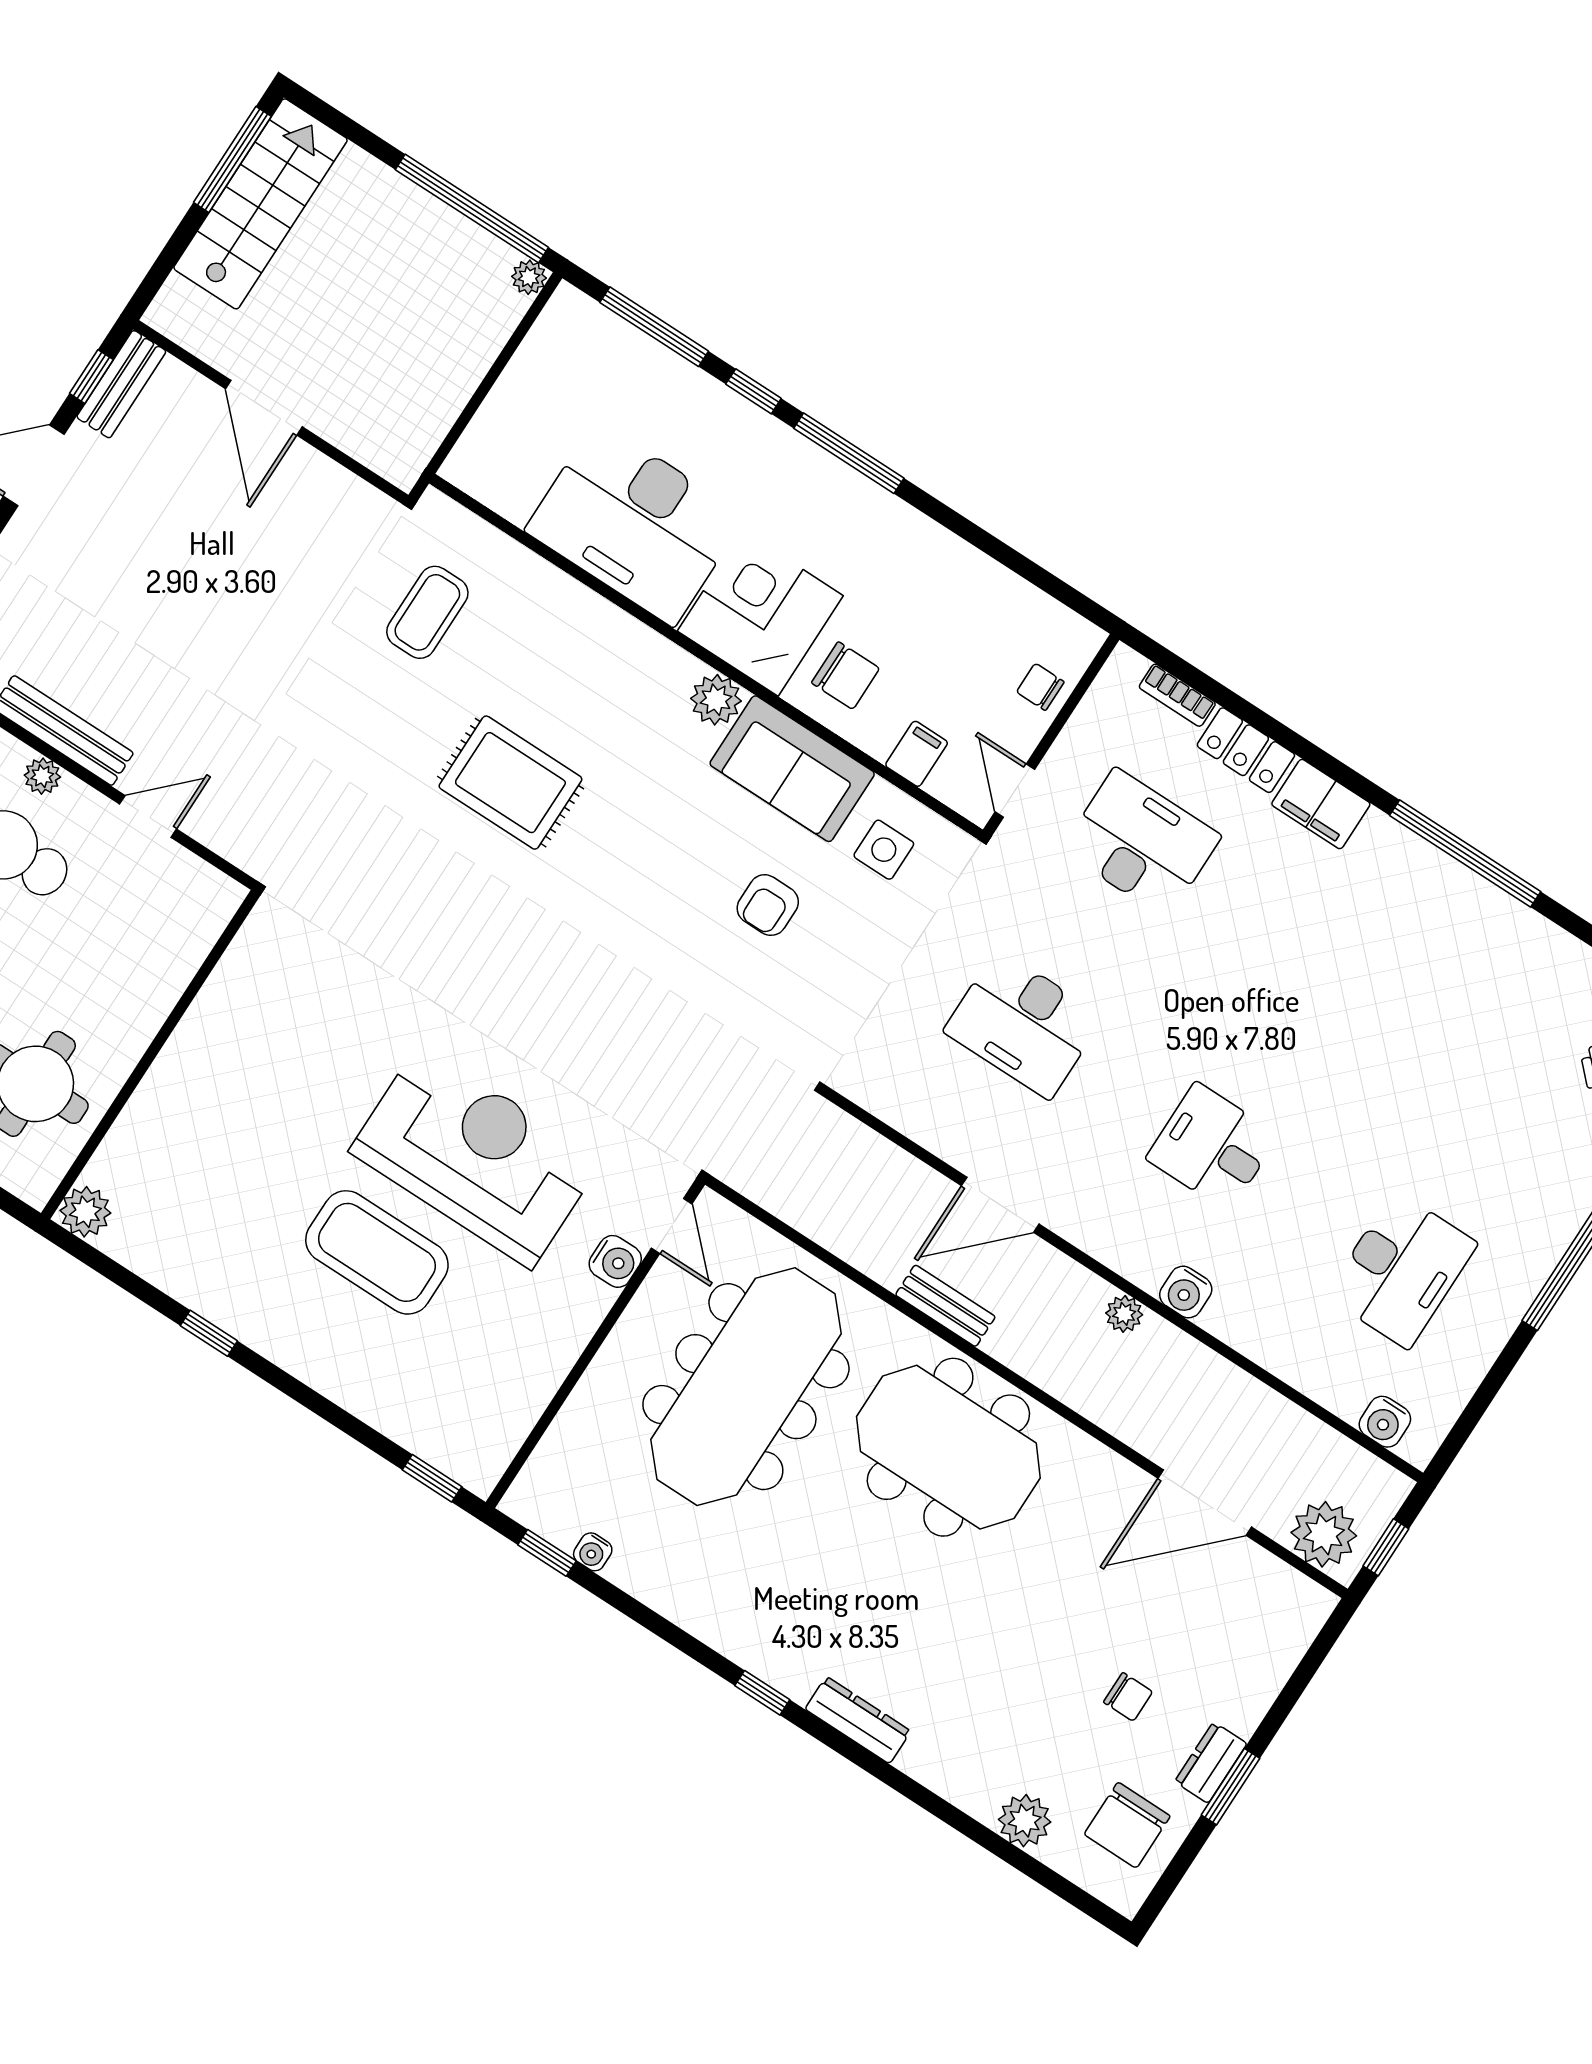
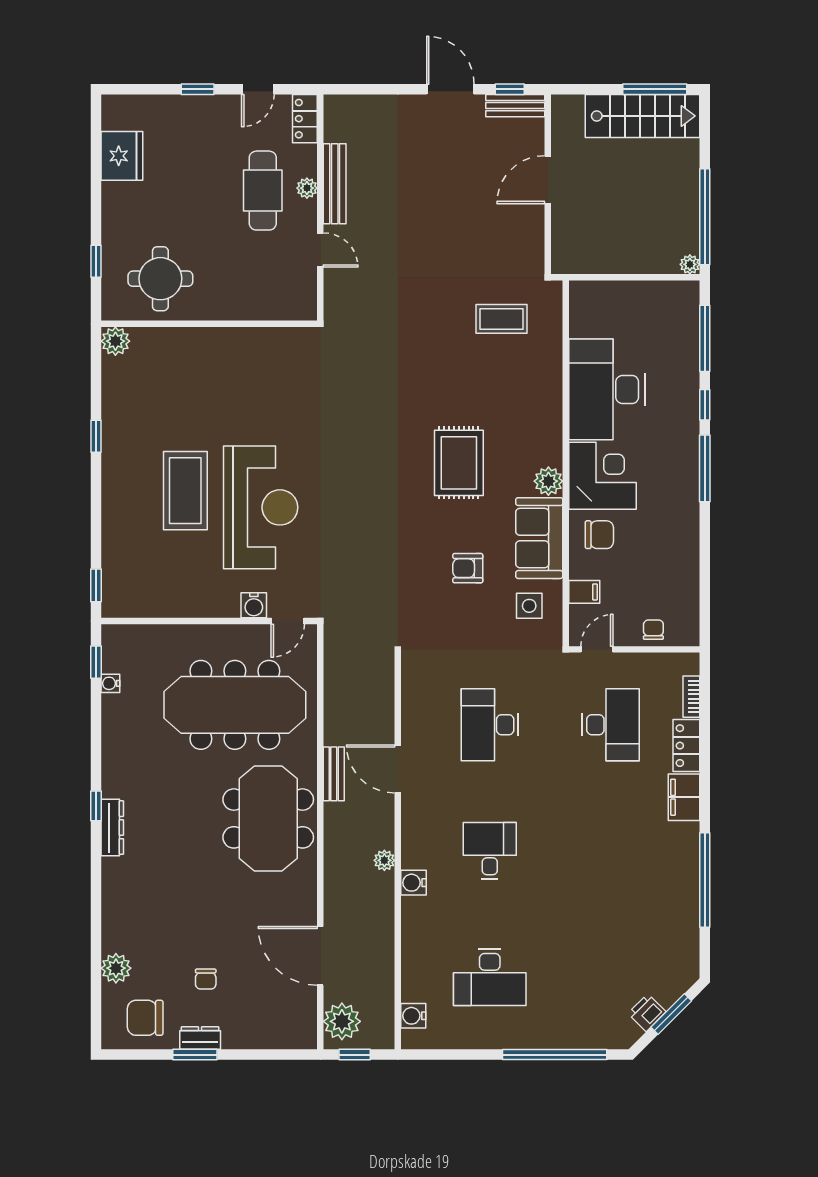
chair: (845, 676) -> (599, 535), turned -90
rug: (510, 783) -> (459, 463), moved
dresser: (858, 1720) -> (112, 828), moved

